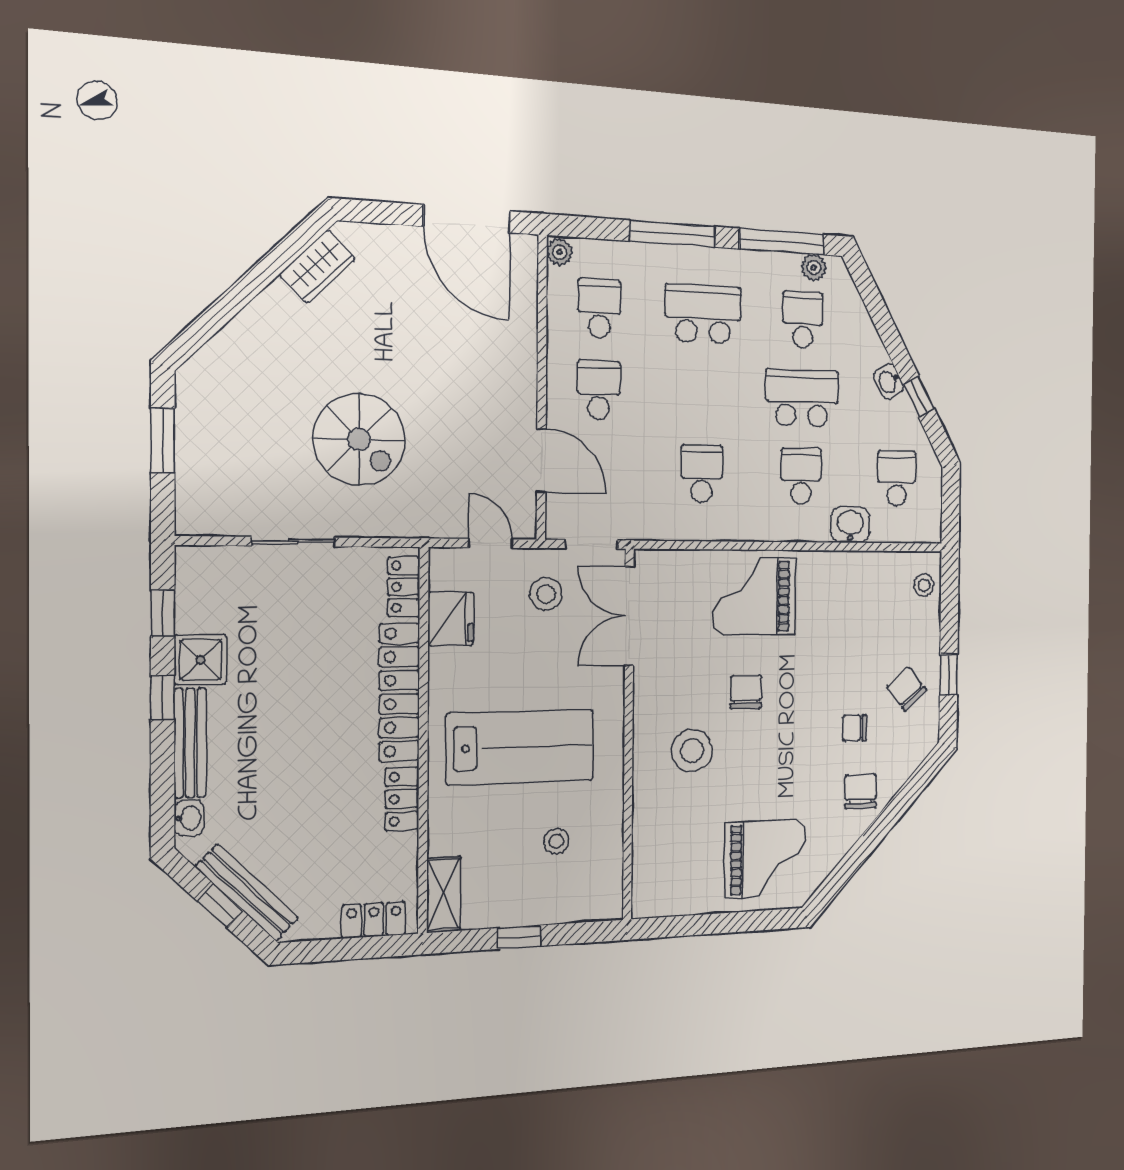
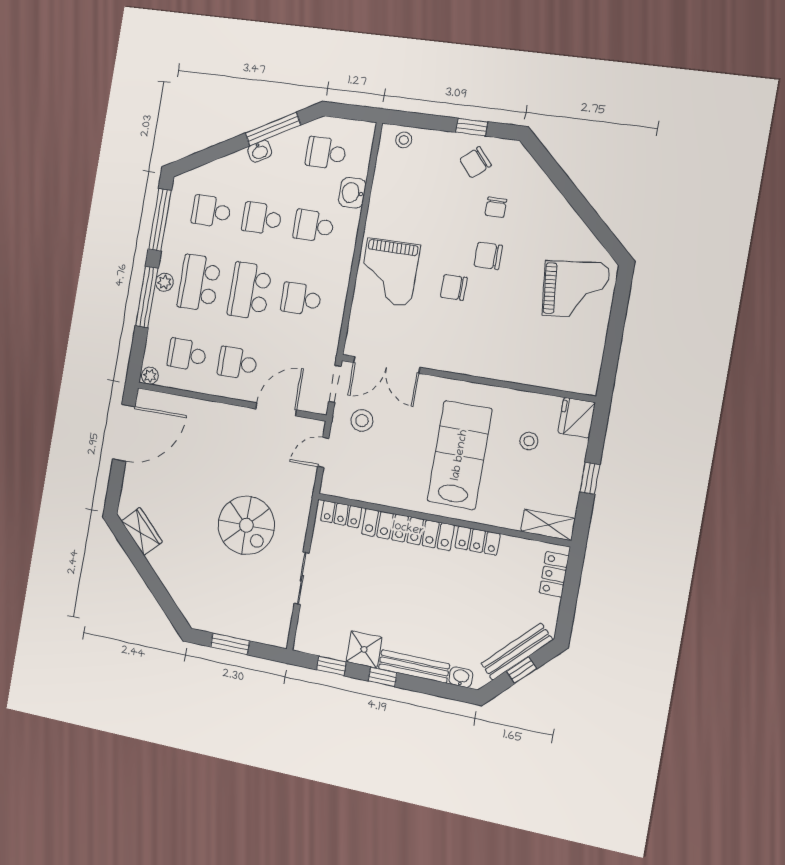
plant: (814, 267) -> (164, 282), moved
school desk: (702, 394) -> (250, 291), added
window: (919, 397) -> (273, 129), width x2.17
school desk: (802, 398) -> (262, 218), width x0.54
spiral stairs: (359, 440) -> (246, 525), turned 90
fridge: (451, 619) -> (577, 418), moved, turned -90
stool: (692, 750) -> (487, 334), removed
chair: (861, 791) -> (488, 256), moved
grand piano: (765, 858) -> (576, 289), turned 84

